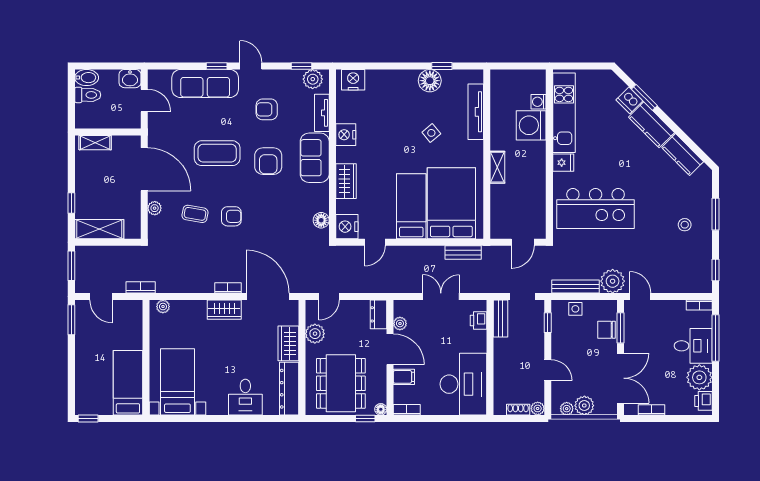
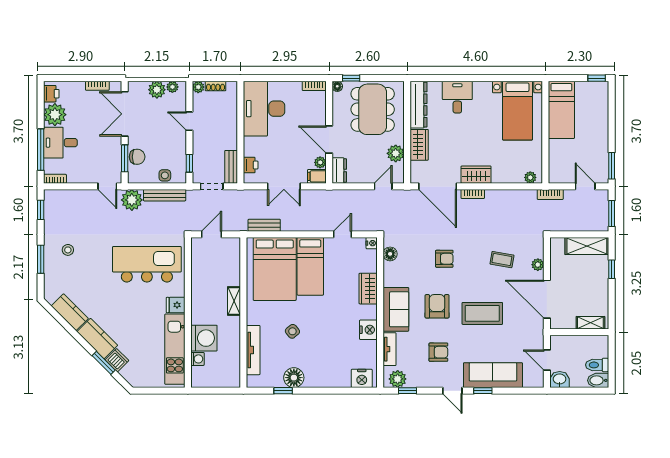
armchair: (231, 216) -> (444, 259), moved, turned 180
nightstand: (347, 227) -> (372, 243), width x0.53, depth x0.56
filing cabinet: (404, 377) -> (317, 176), moved

